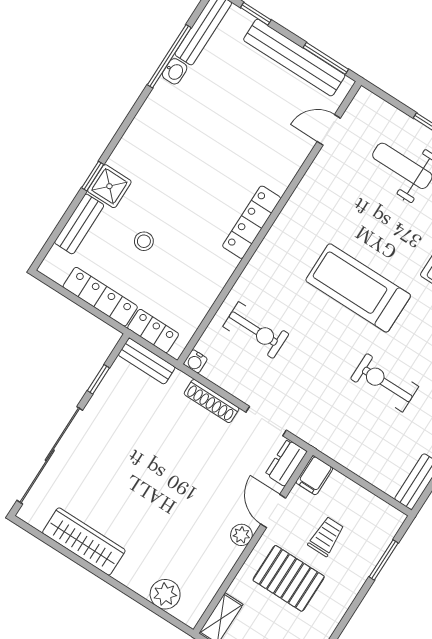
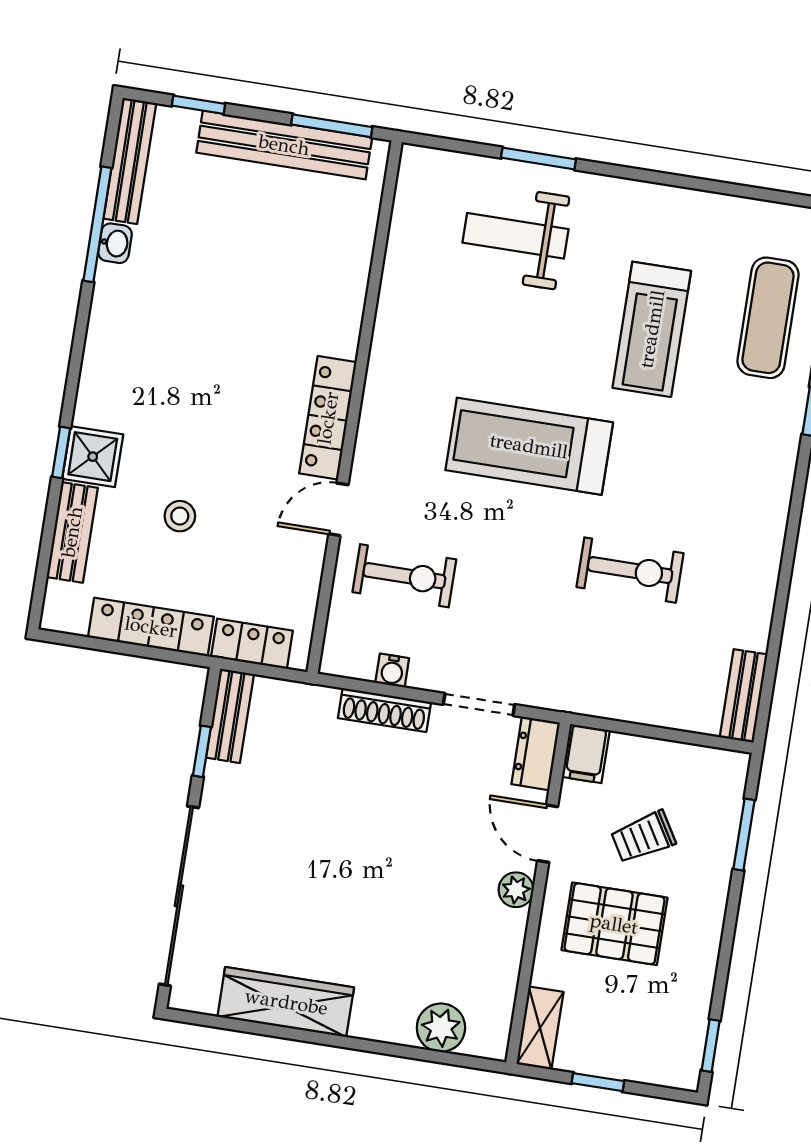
door: (329, 130) -> (338, 509), moved
bench: (147, 361) -> (230, 716), moved, turned 90
water cooler: (195, 361) -> (392, 671), moved
exercise bike: (385, 383) -> (630, 570), turned 180
trolley: (326, 536) -> (643, 837), turned -121

